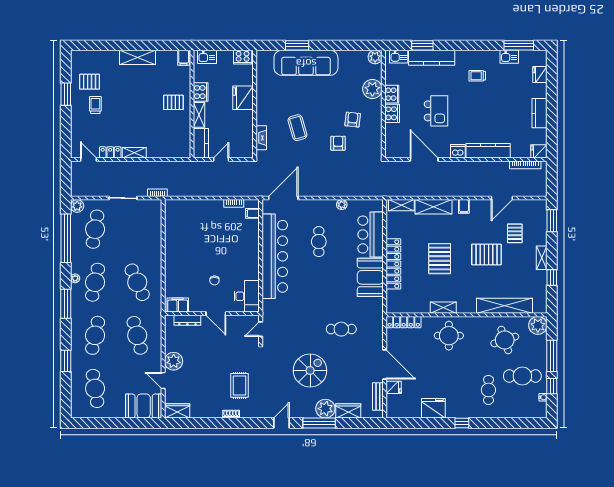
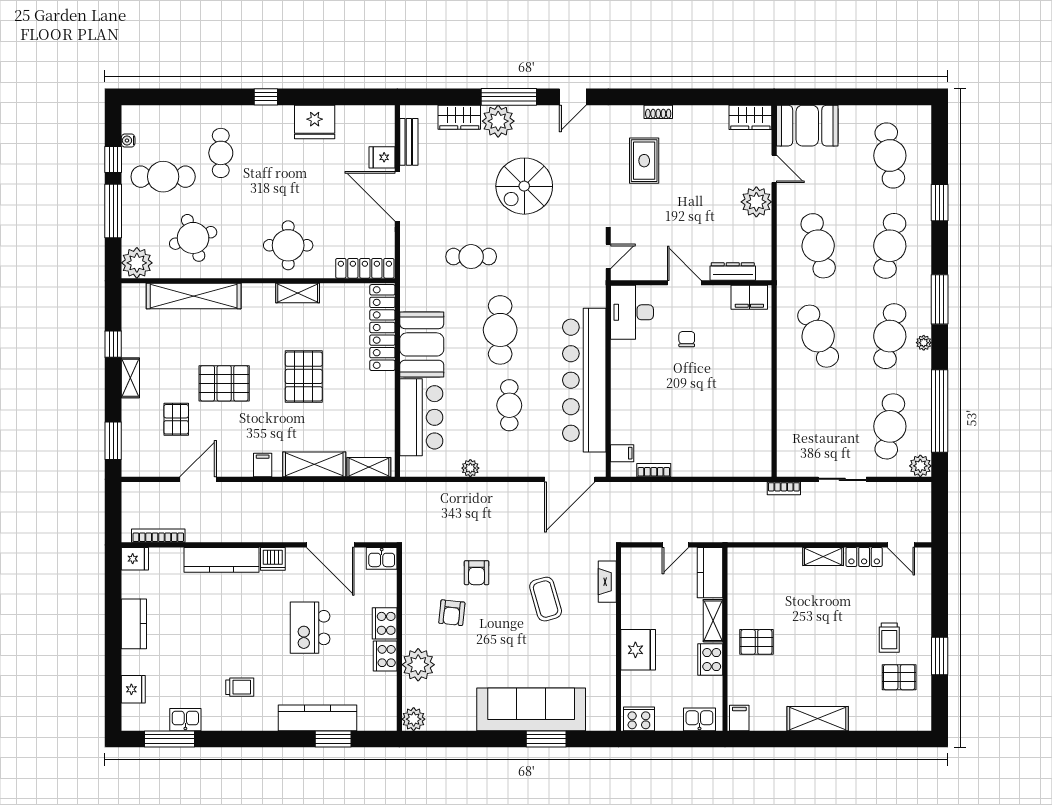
kitchen sink: (399, 57) -> (382, 558), moved, turned 180
locker: (393, 264) -> (382, 328), moved
cafe table: (324, 286) -> (500, 330), added

